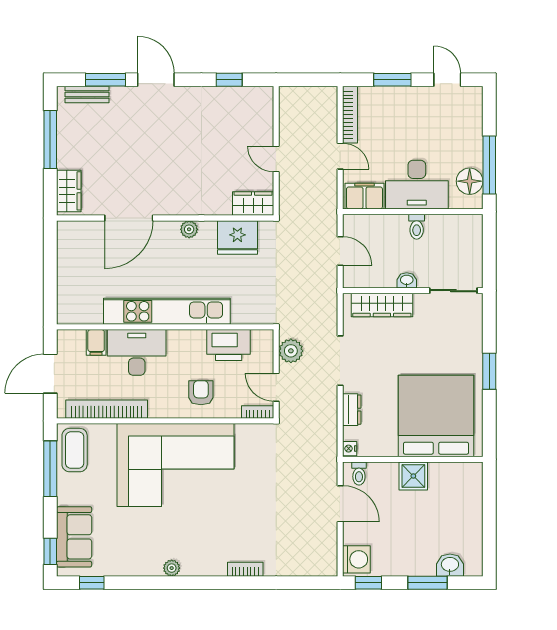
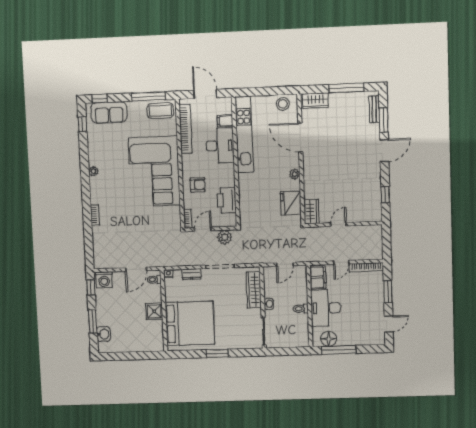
stool: (72, 245) -> (283, 104), added
kitchen unit: (167, 311) -> (244, 134), moved

